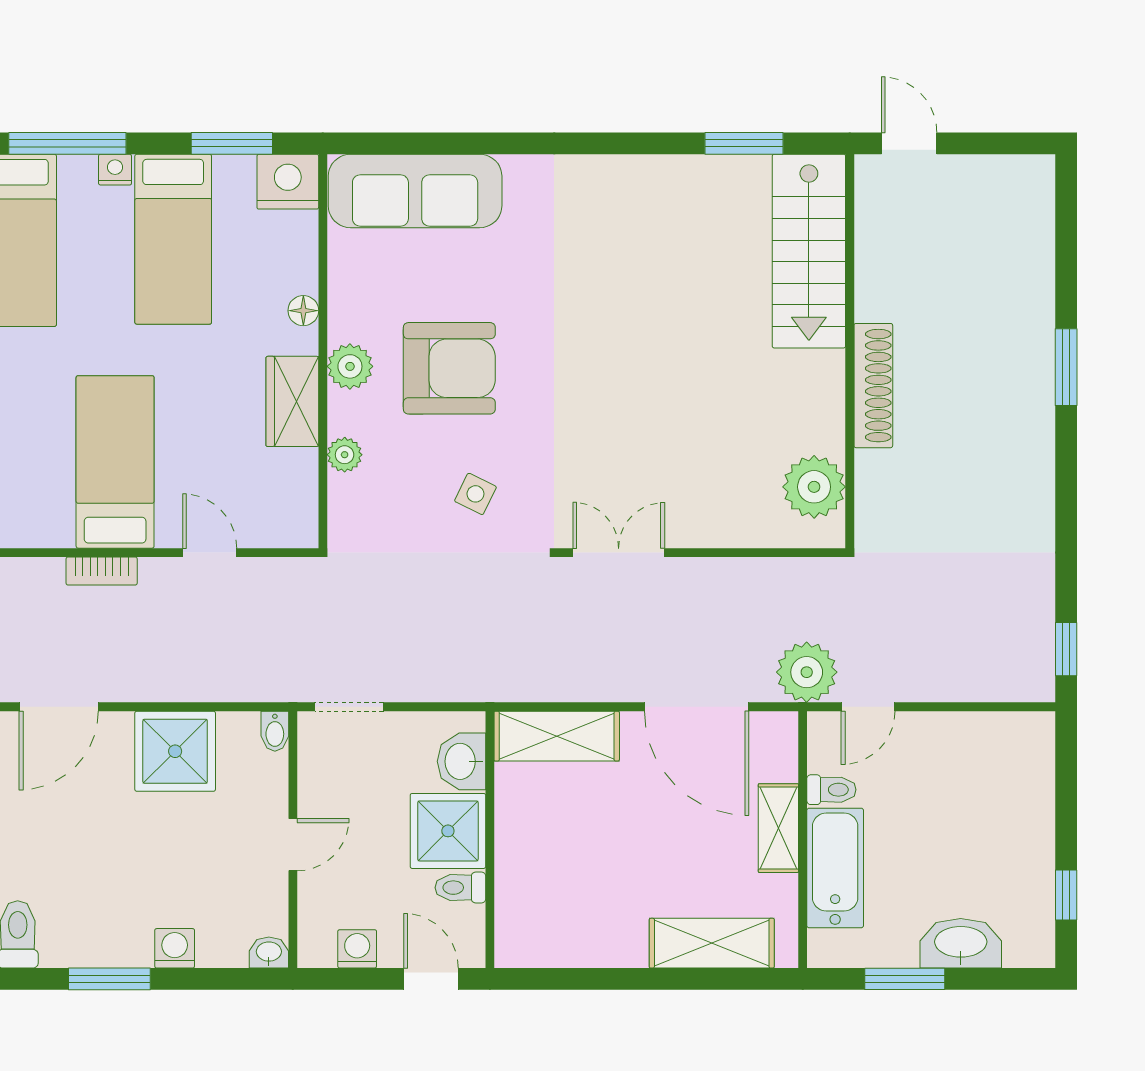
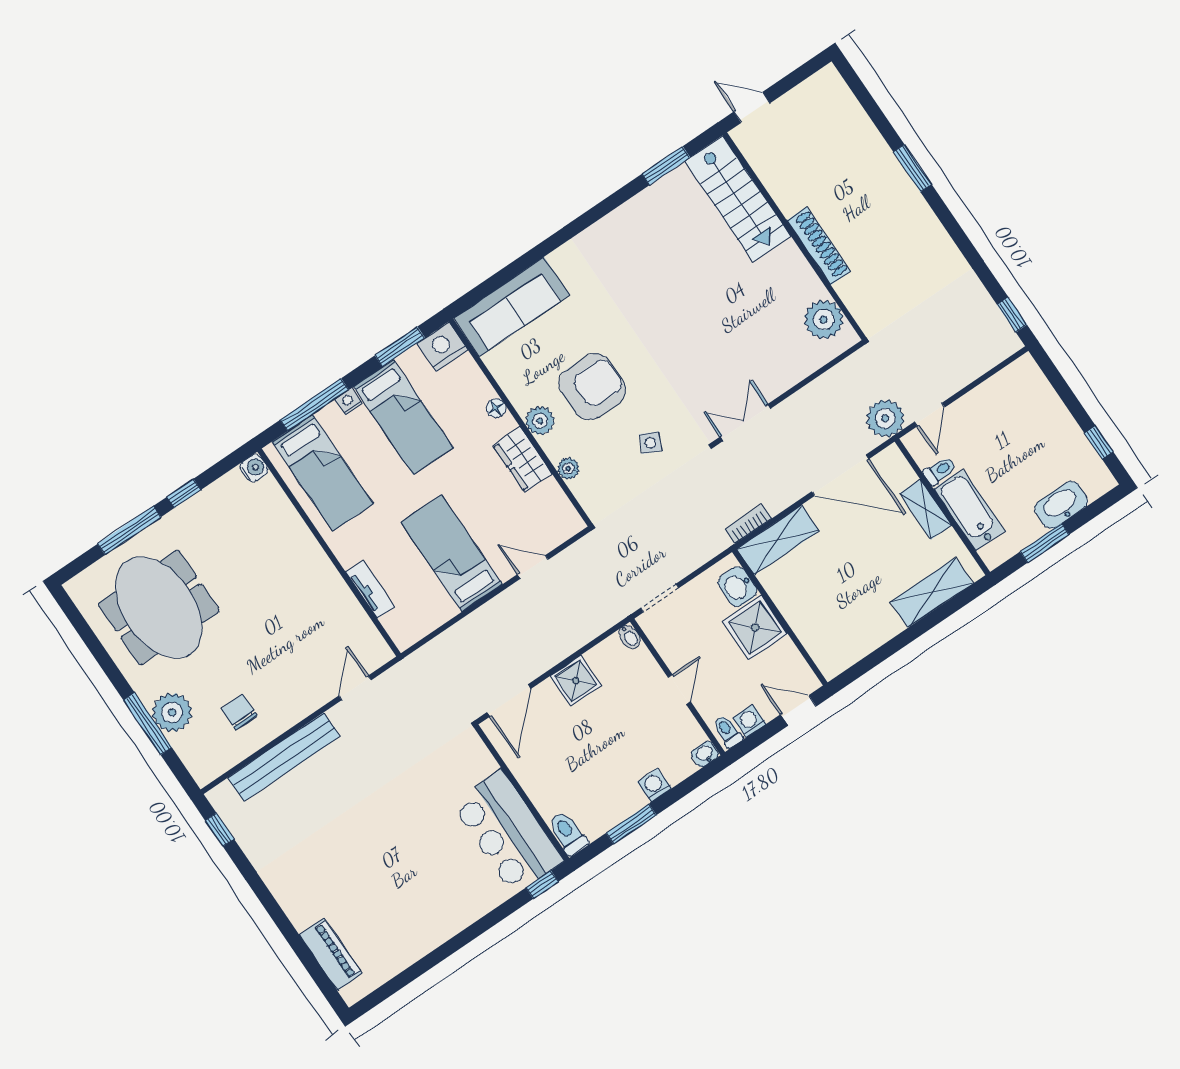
bookcase: (102, 571) -> (748, 524), moved, turned 180
shower: (175, 751) -> (576, 681), width x0.73, depth x0.73
toilet: (460, 888) -> (727, 731), moved, turned 90

